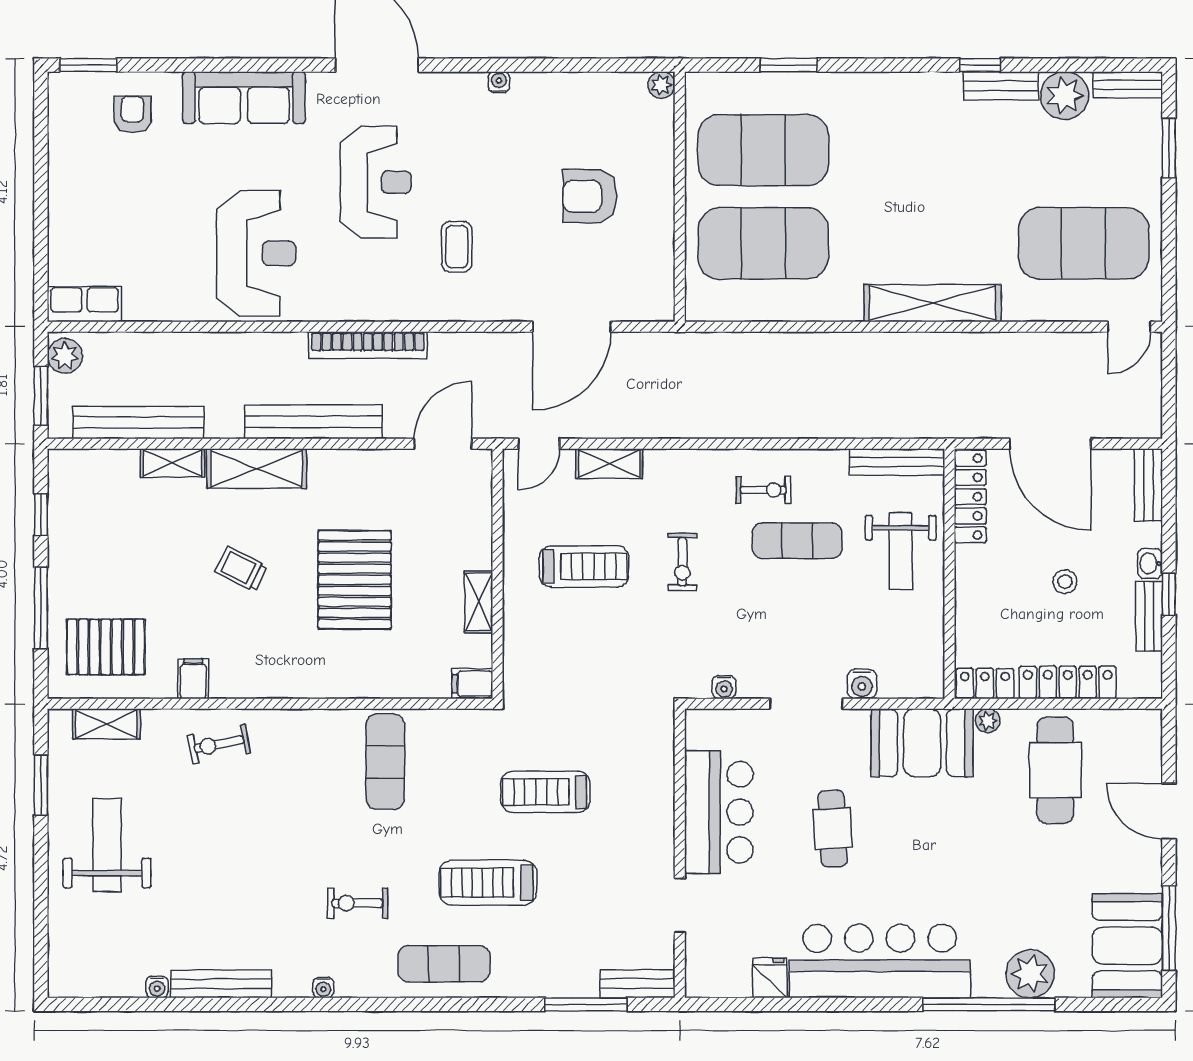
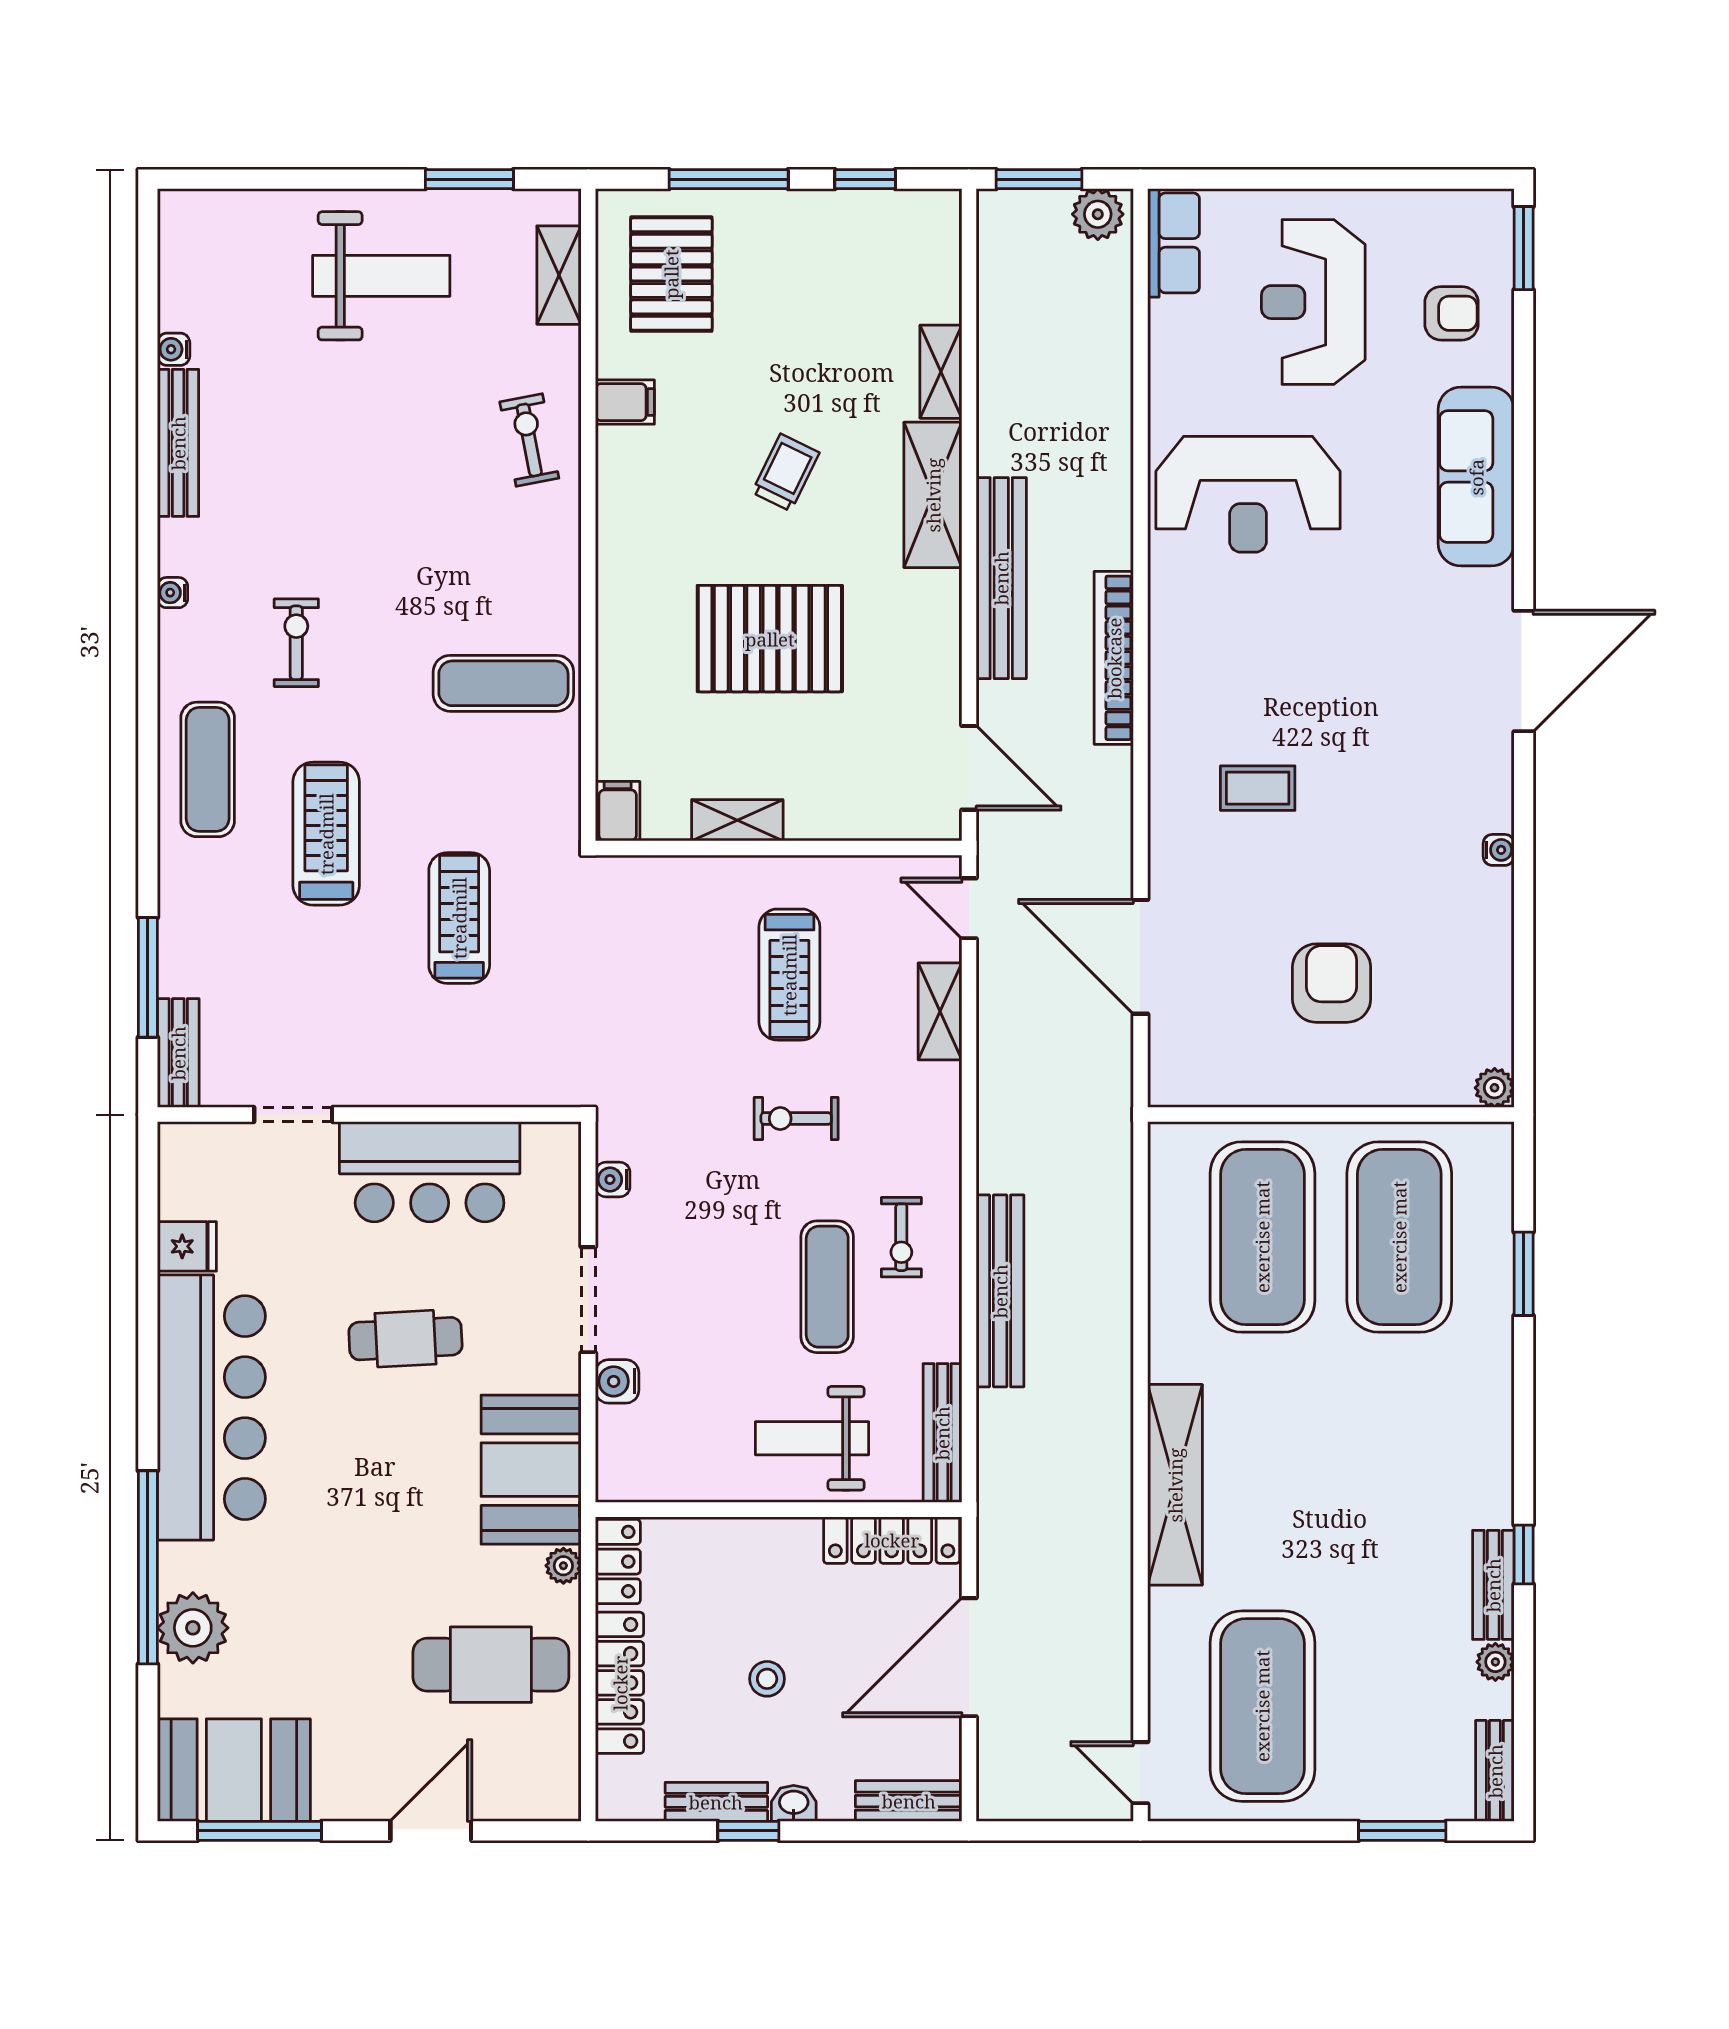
plant: (1065, 96) -> (1495, 1662), width x0.53, depth x0.53
reception desk: (376, 182) -> (1313, 302), moved, turned 90
bench: (138, 423) -> (1000, 1291), moved

